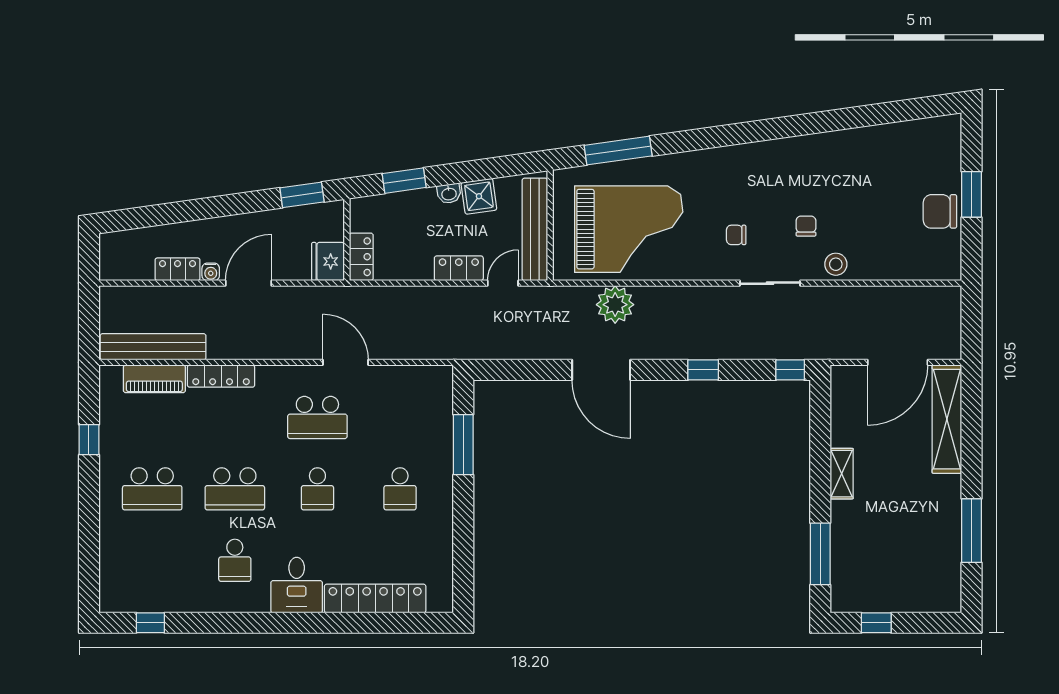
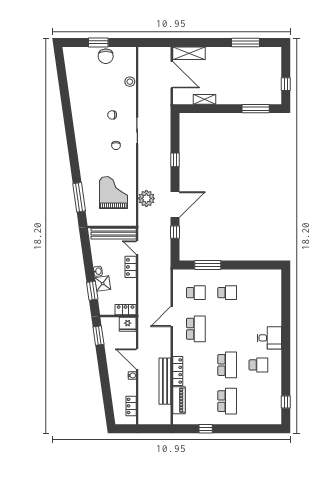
shower: (479, 196) -> (103, 284), moved
grand piano: (629, 229) -> (113, 193), width x0.73, depth x0.68
stool: (836, 264) -> (130, 82), moved
locker: (178, 269) -> (131, 406), moved
bench: (153, 347) -> (165, 381), moved
window: (790, 370) -> (175, 232), moved
shelving: (947, 419) -> (189, 53), width x0.68
shelving: (842, 474) -> (205, 99), moved
school desk: (317, 489) -> (196, 293), moved
locker: (375, 599) -> (275, 304), removed

